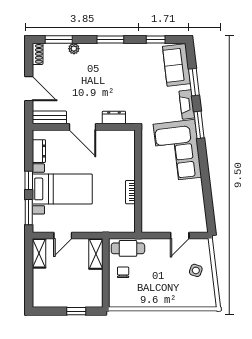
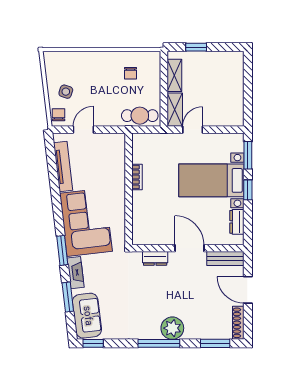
window: (110, 39) -> (159, 343), width x1.44
window: (156, 39) -> (93, 343), moved
plant: (74, 49) -> (172, 328), moved, width x1.87, depth x1.87
shoe rack: (38, 54) -> (238, 323), width x1.43
tv unit: (198, 202) -> (63, 166), added
door: (63, 236) -> (193, 130), moved
chair: (202, 249) -> (58, 115), added
shelving: (39, 253) -> (174, 75), moved
chair: (123, 272) -> (130, 73), moved

